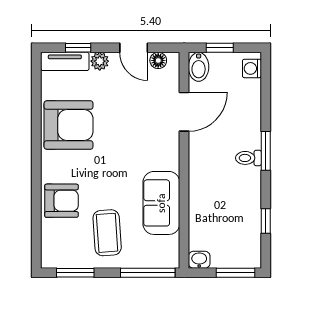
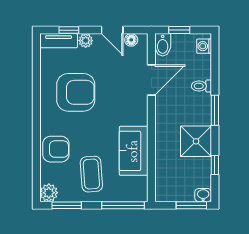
armchair: (69, 125) -> (76, 92), moved
toilet: (248, 158) -> (201, 86), moved
shower: (241, 191) -> (196, 141), added
plant: (52, 257) -> (49, 193), added
washbasin: (199, 260) -> (203, 195), moved

